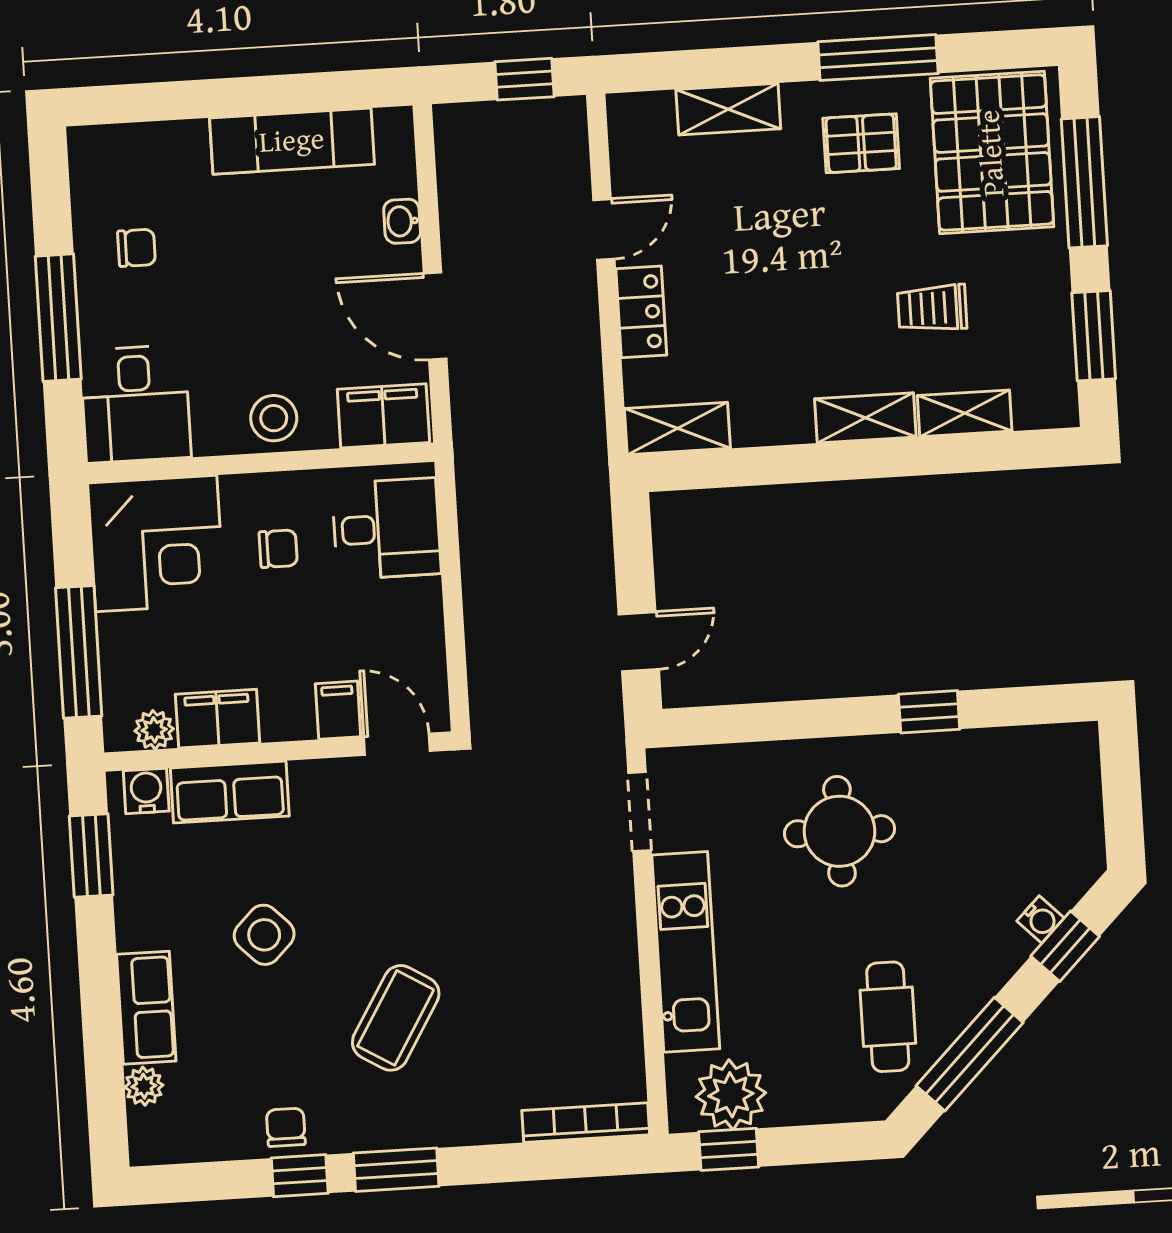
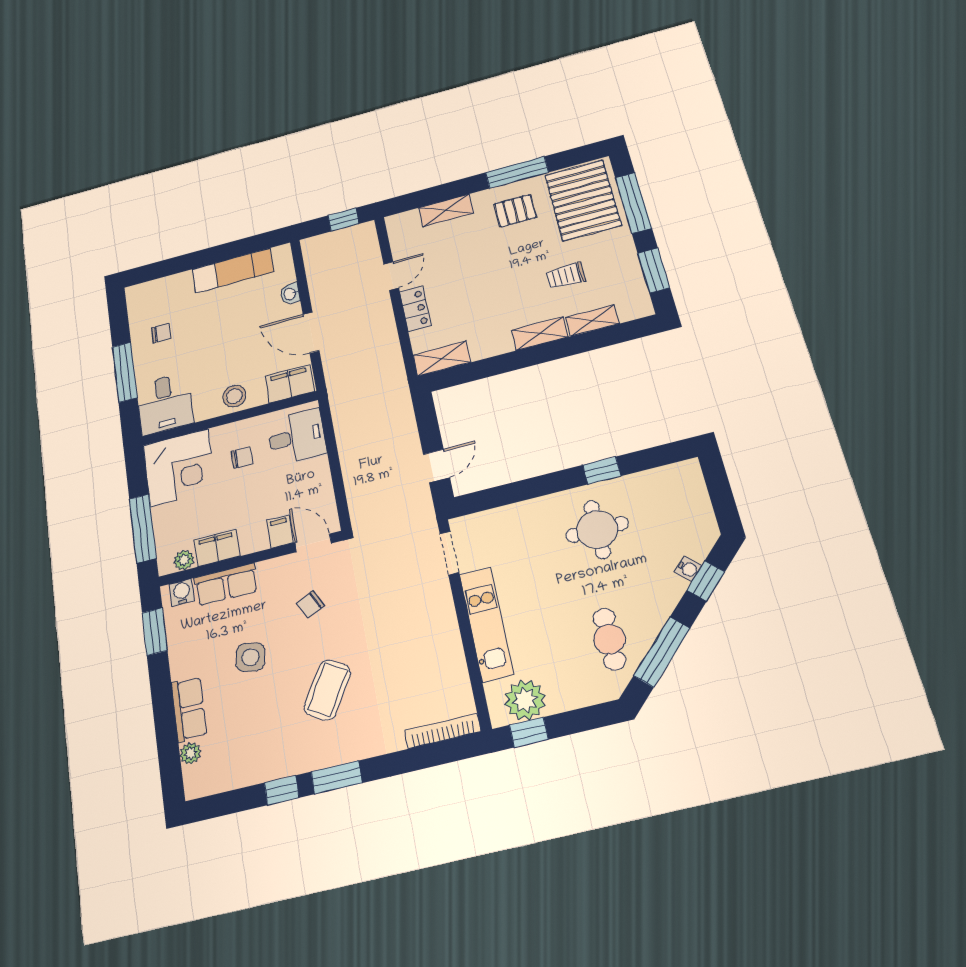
round table: (839, 831) -> (597, 530), moved
side table: (264, 935) -> (250, 657), turned -34
chair: (286, 1127) -> (310, 604), moved, turned -116

